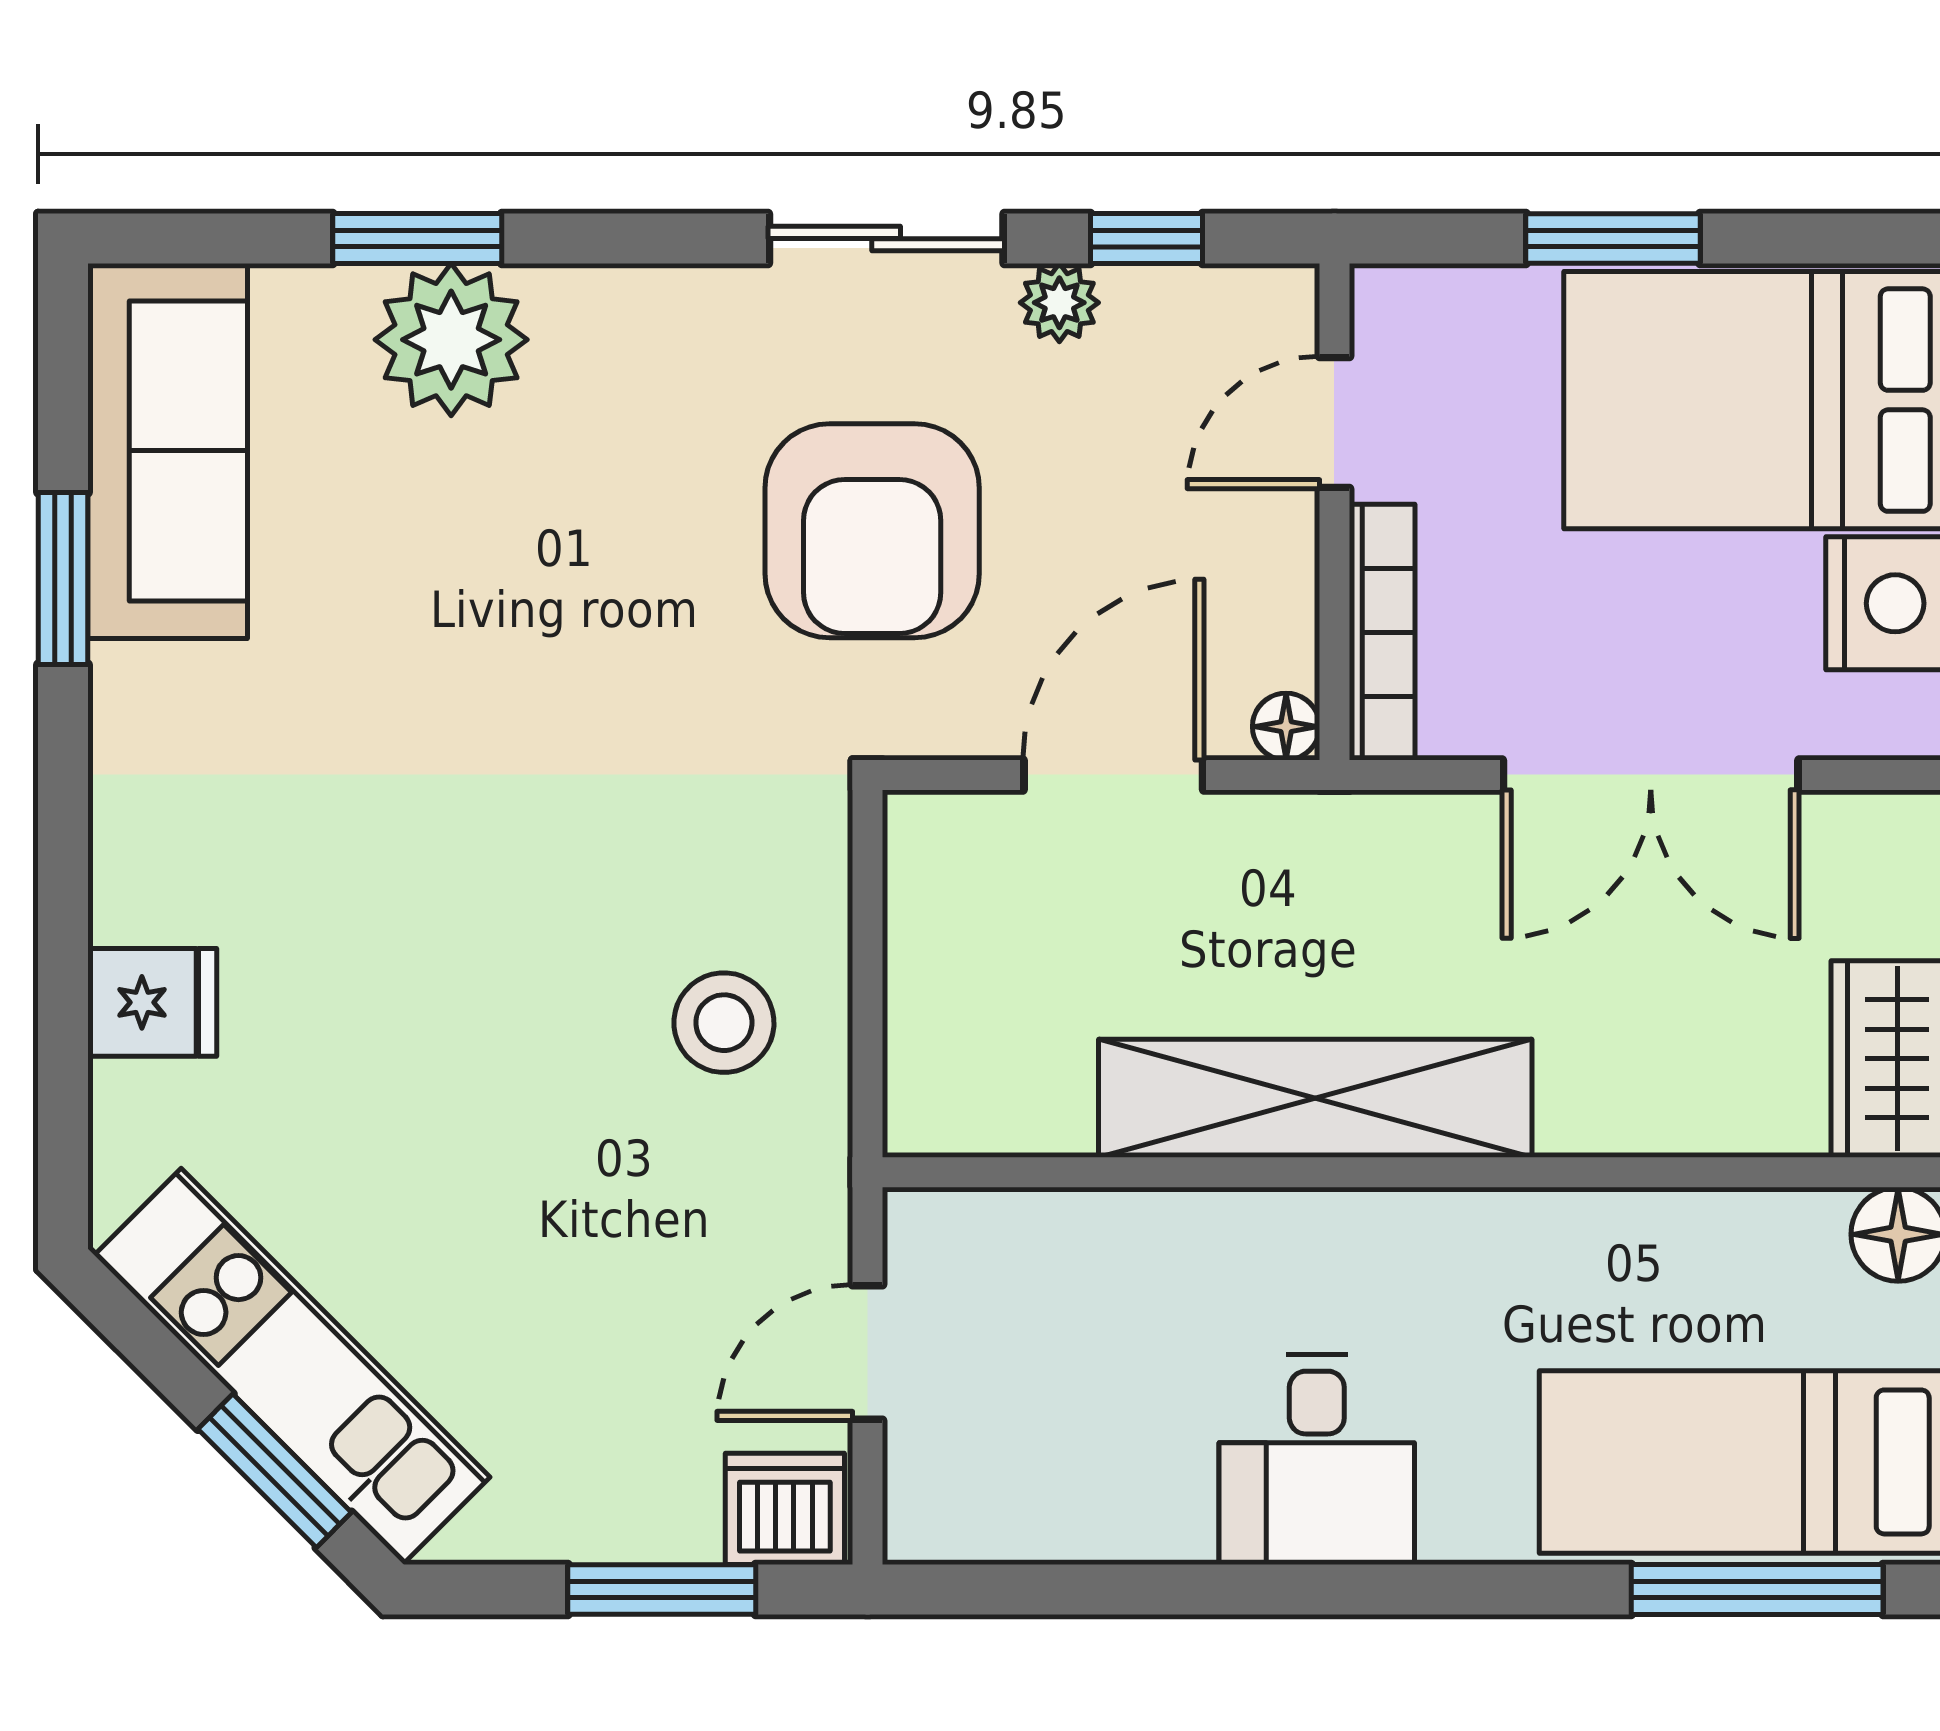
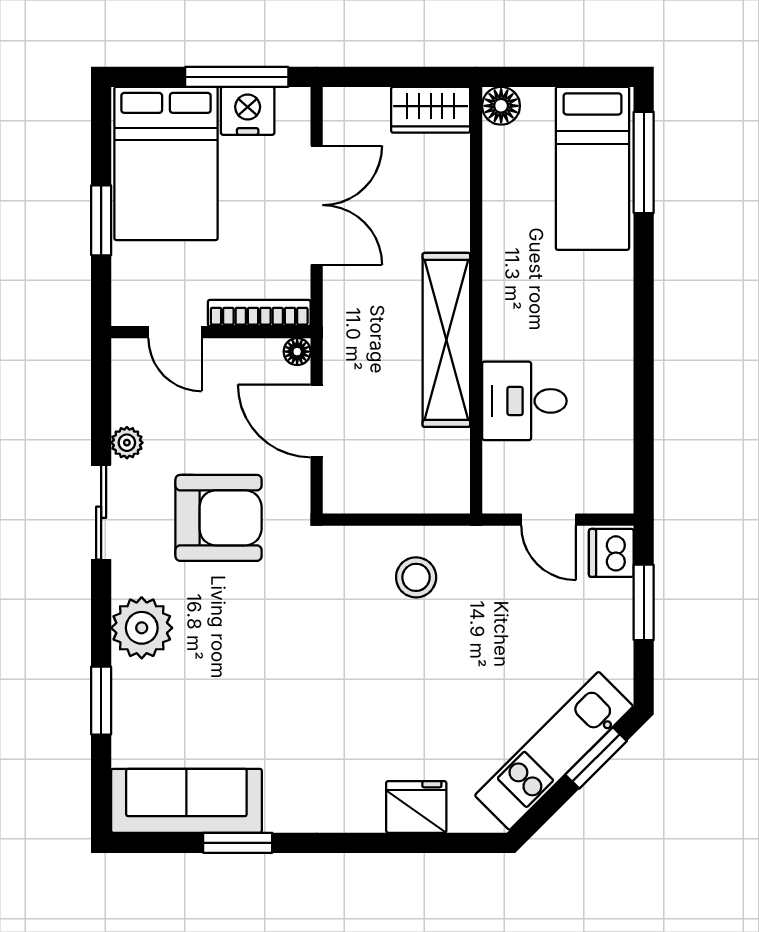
window: (1147, 239) -> (101, 408), removed
plant: (451, 340) -> (142, 628), moved
fridge: (152, 1002) -> (416, 807), width x1.38
desk: (1317, 1459) -> (524, 401), moved, turned 180

